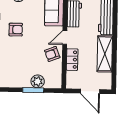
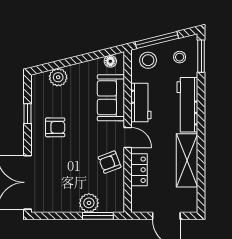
door: (65, 37) -> (128, 137), swing flipped
window: (33, 90) -> (98, 216), moved

